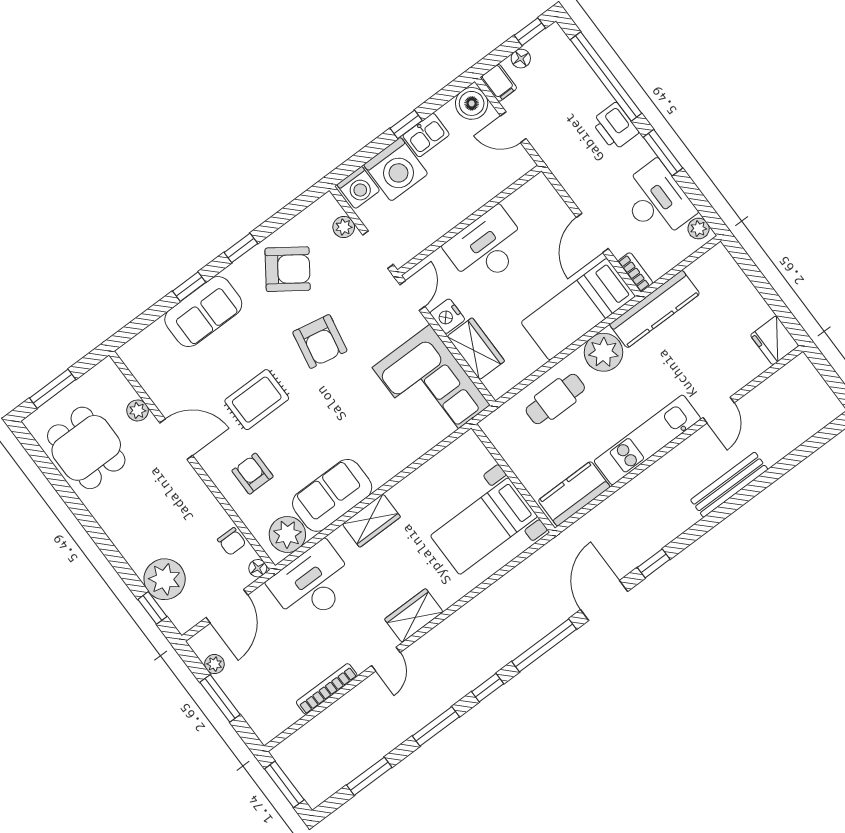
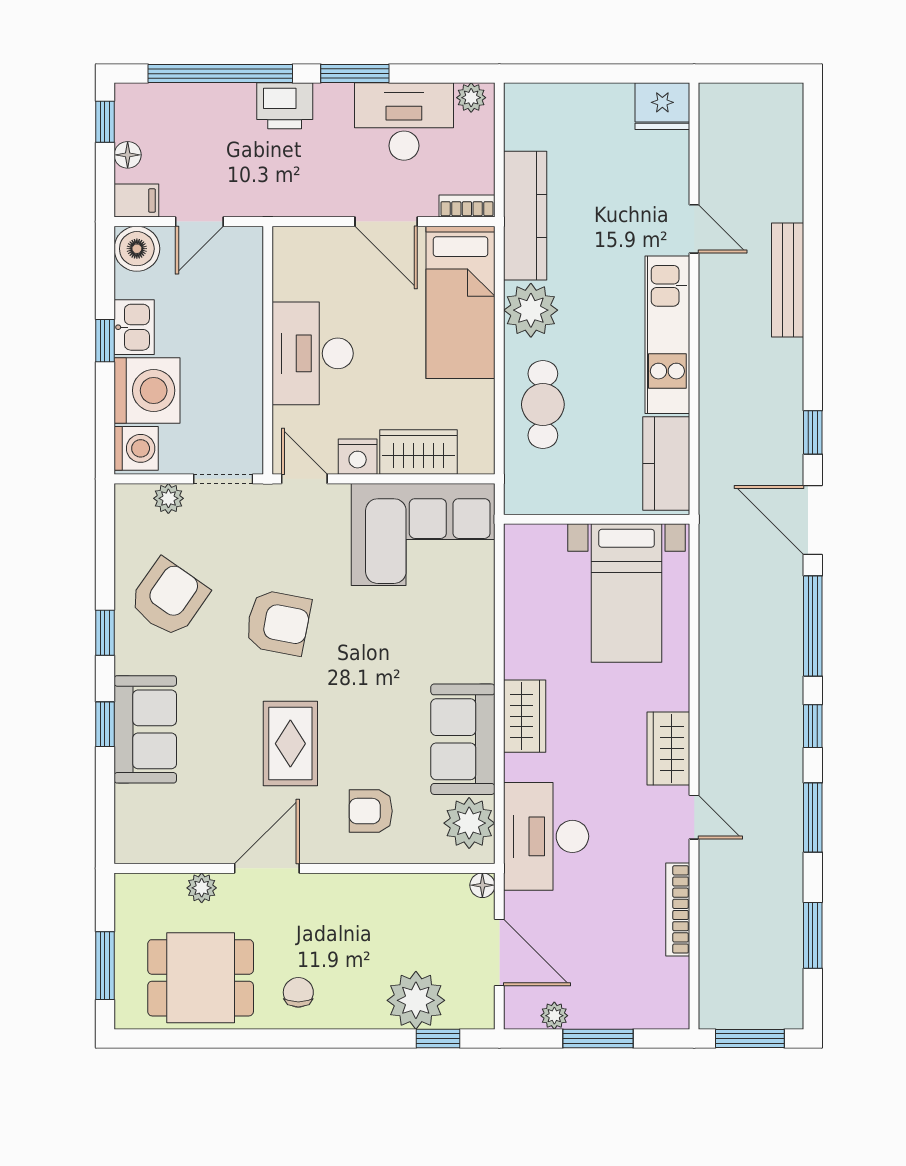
chair: (232, 541) -> (298, 992), moved, turned -90

